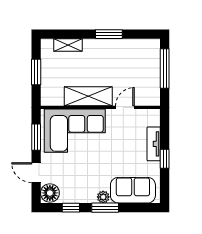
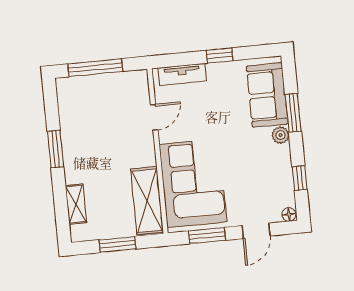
shelving: (88, 96) -> (147, 201), moved
door: (125, 107) -> (154, 117), swing flipped
tv unit: (154, 144) -> (182, 74), moved
floor lamp: (50, 193) -> (289, 214), width x0.53, depth x0.53
window: (105, 208) -> (293, 113), moved

